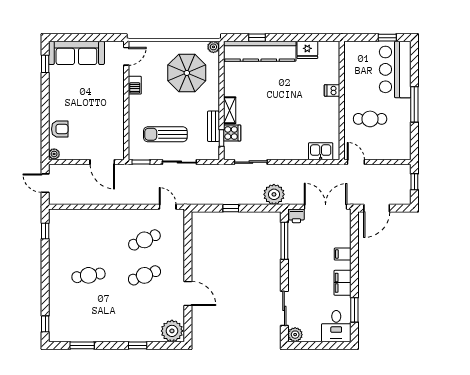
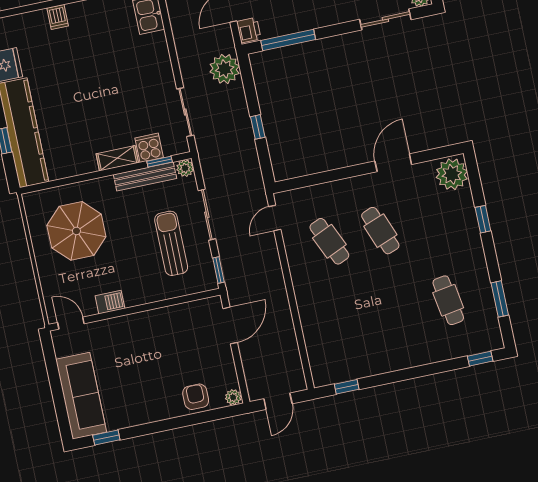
plant: (213, 47) -> (185, 168), moved
bench: (213, 126) -> (145, 177), width x1.36
sun lounger: (165, 134) -> (171, 243), turned 180
cafe table: (88, 275) -> (448, 300), moved

